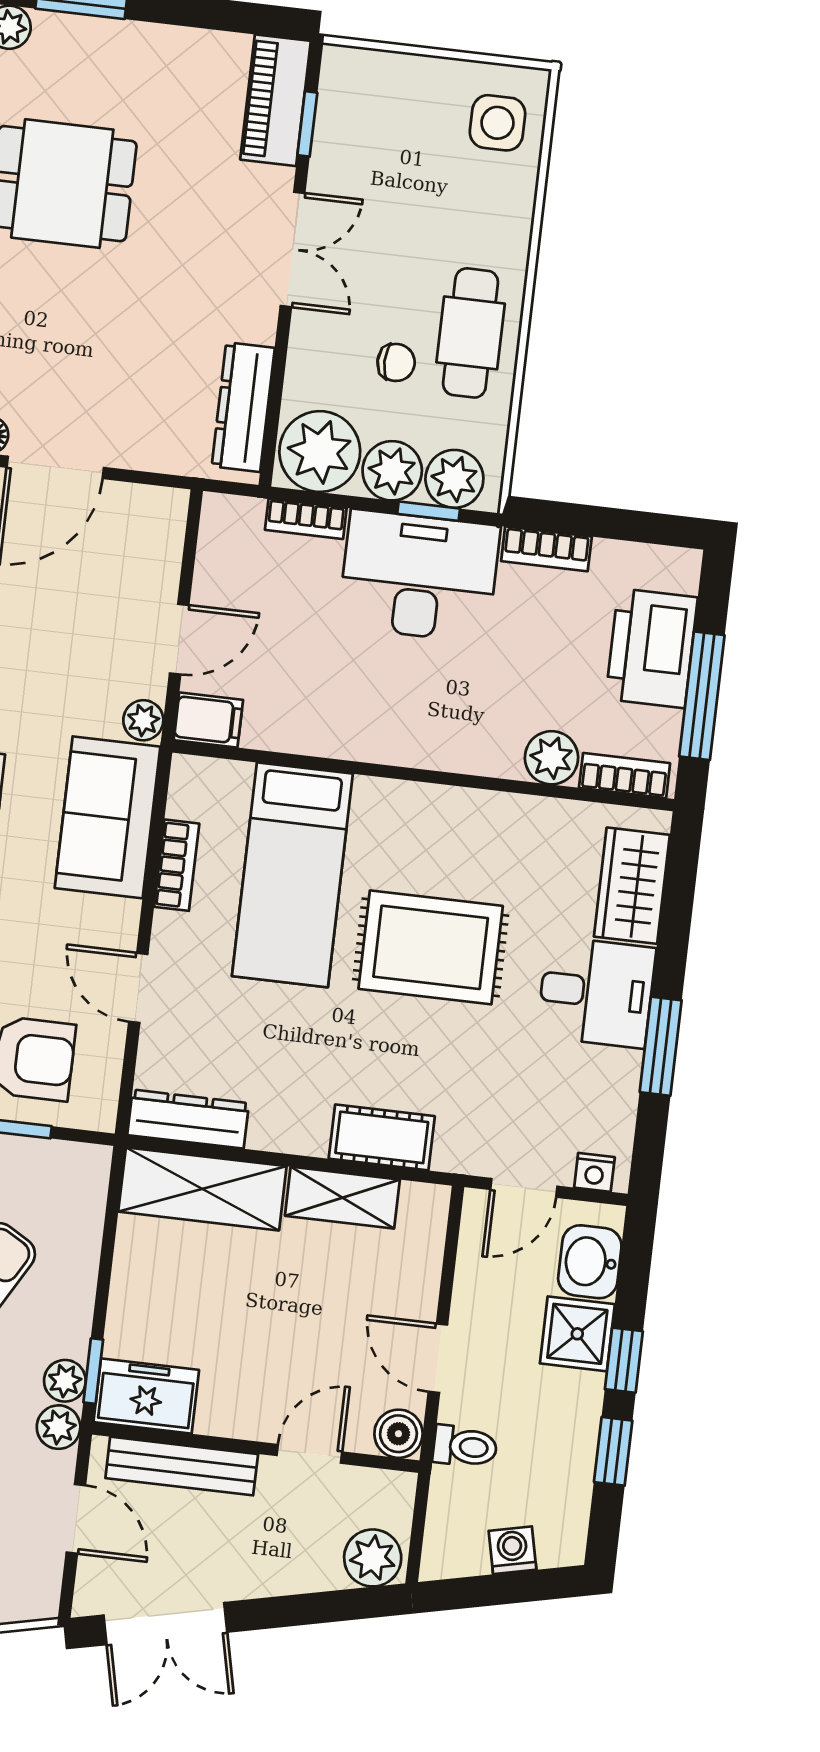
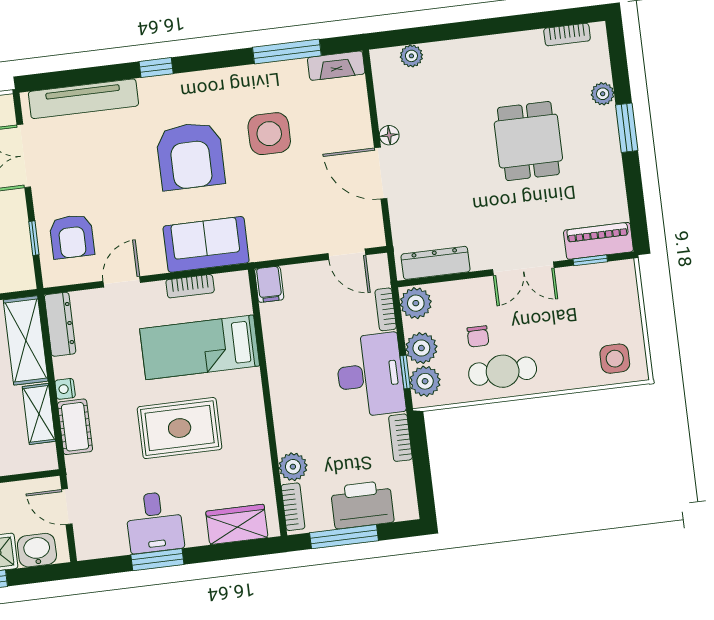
plant: (320, 452) -> (416, 303), width x0.73, depth x0.73
door: (179, 639) -> (347, 254), moved
plant: (143, 720) -> (261, 251), removed
rug: (431, 947) -> (180, 428), turned 90
desk: (596, 992) -> (154, 522), moved
nightstand: (594, 1172) -> (65, 389), moved

